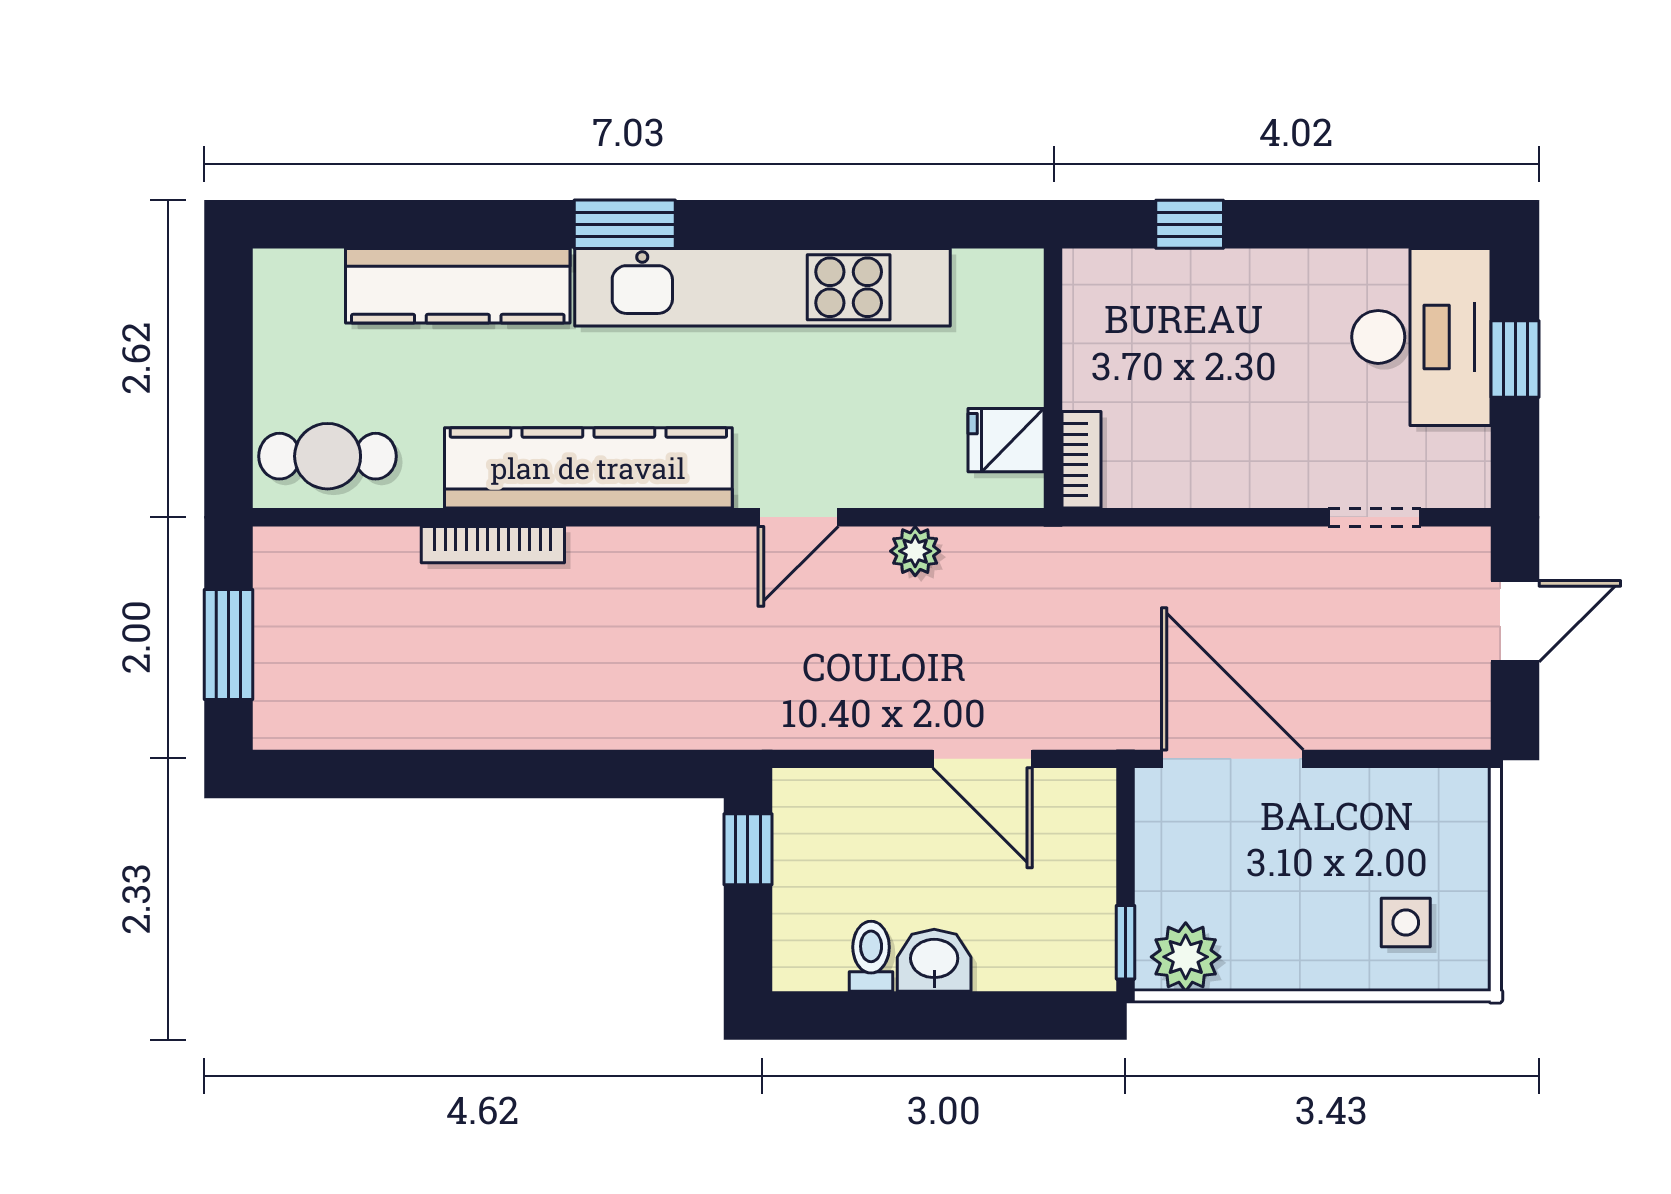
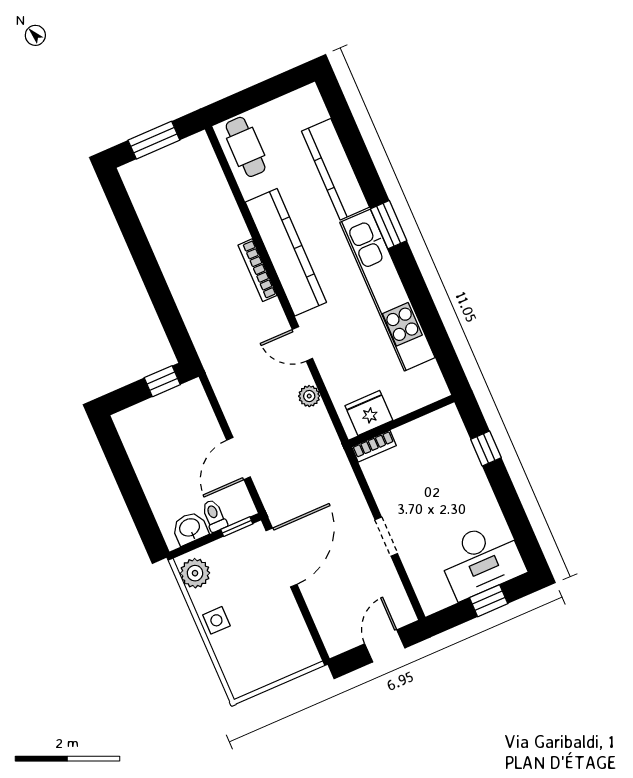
fridge: (1006, 440) -> (369, 413), width x1.38
doorway: (1375, 517) -> (386, 537), moved
bookcase: (493, 545) -> (258, 270), moved
door: (1515, 621) -> (385, 646), swing flipped
side table: (1406, 923) -> (216, 620), moved
window: (1126, 942) -> (237, 527), moved
toilet: (871, 956) -> (214, 516), moved, turned -90
washbasin: (934, 960) -> (190, 528), moved, turned -90

